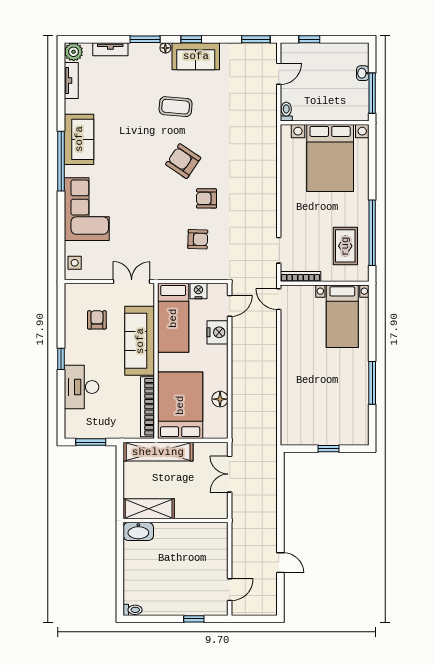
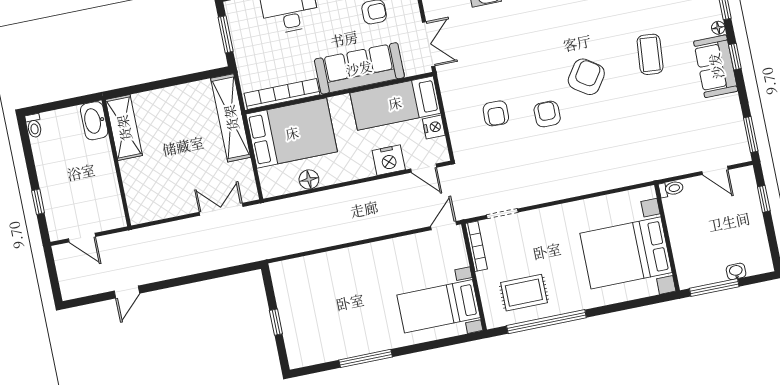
shelving: (149, 509) -> (124, 128), moved
wall: (176, 521) -> (116, 163), moved
washbasin: (138, 531) -> (94, 121), moved

